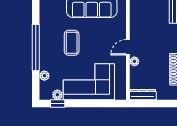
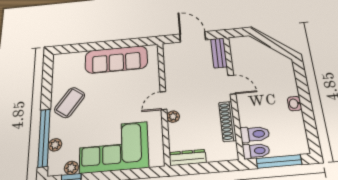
coffee table: (72, 43) -> (70, 103), moved, turned 36
window: (36, 48) -> (44, 138), moved

